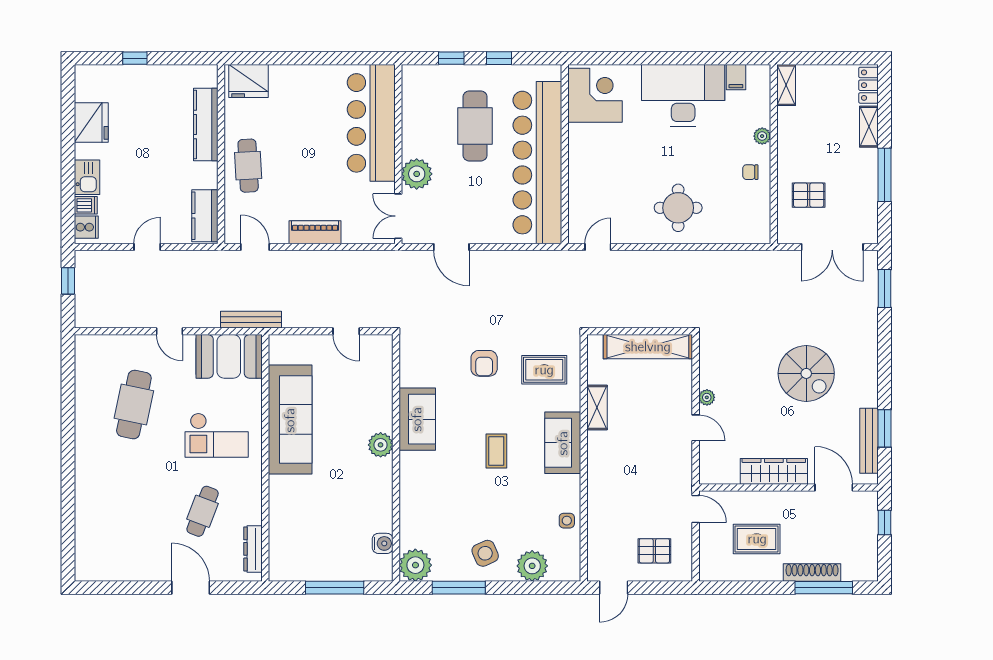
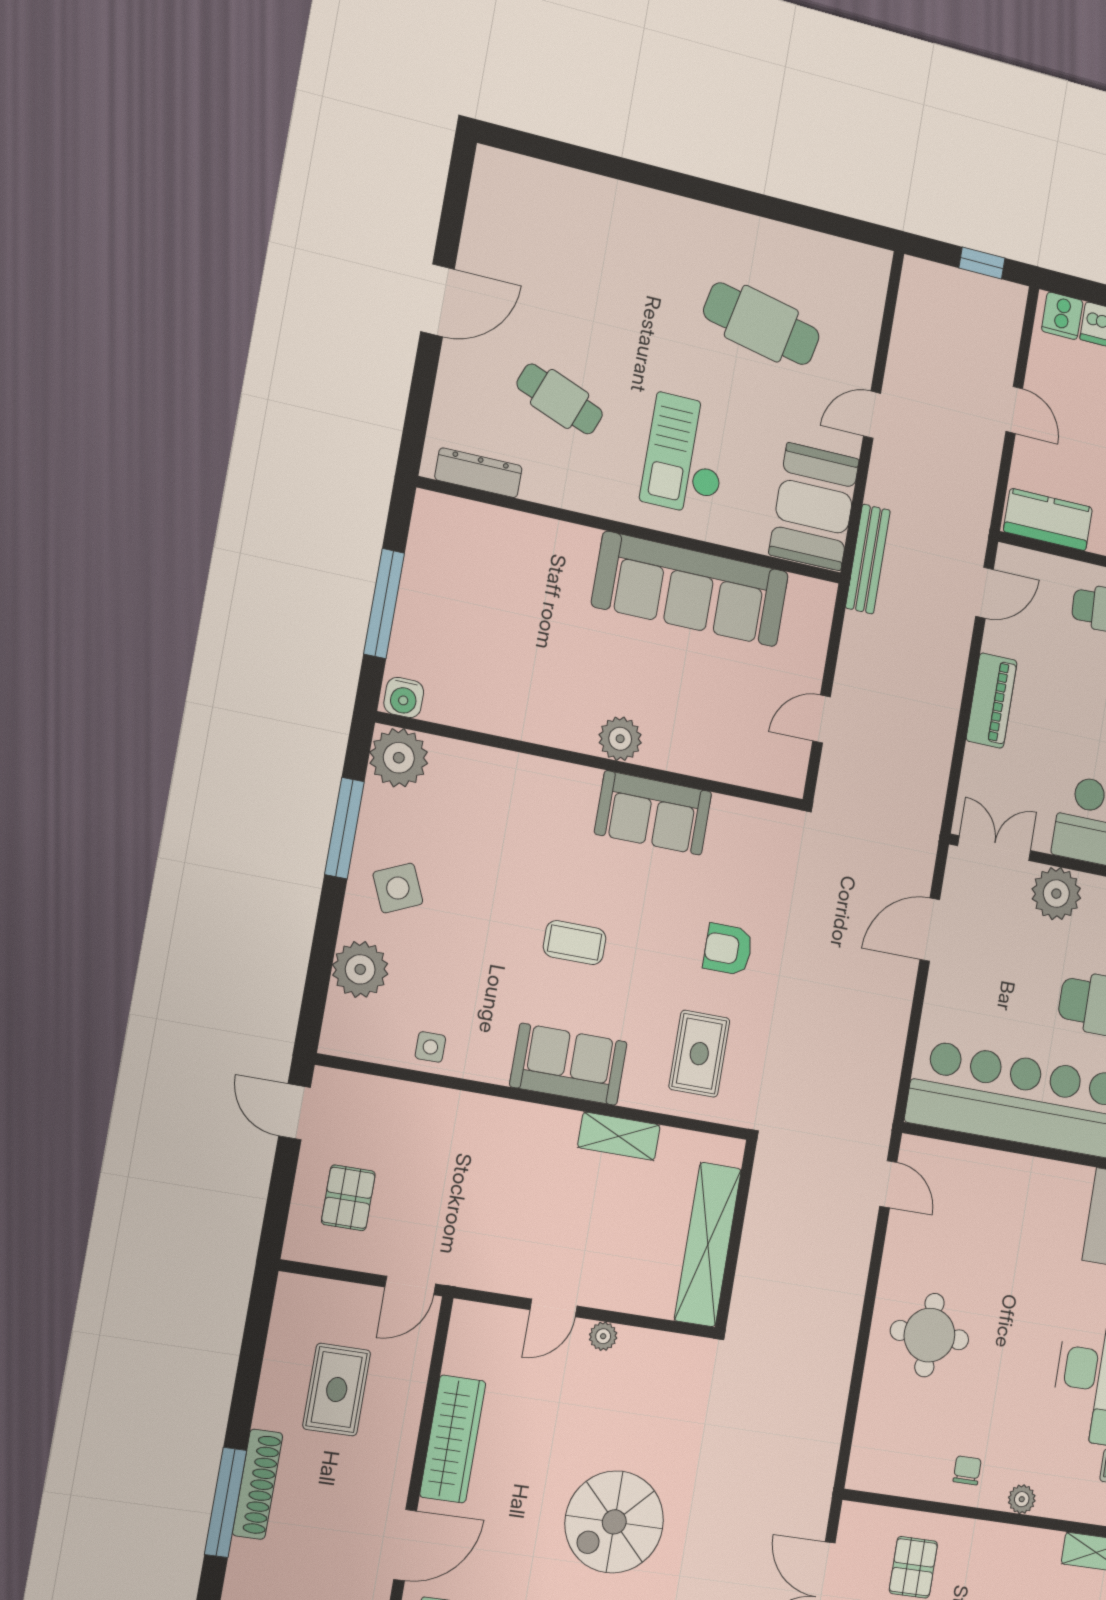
water cooler: (383, 543) -> (404, 697), moved
door: (191, 588) -> (438, 300), moved

